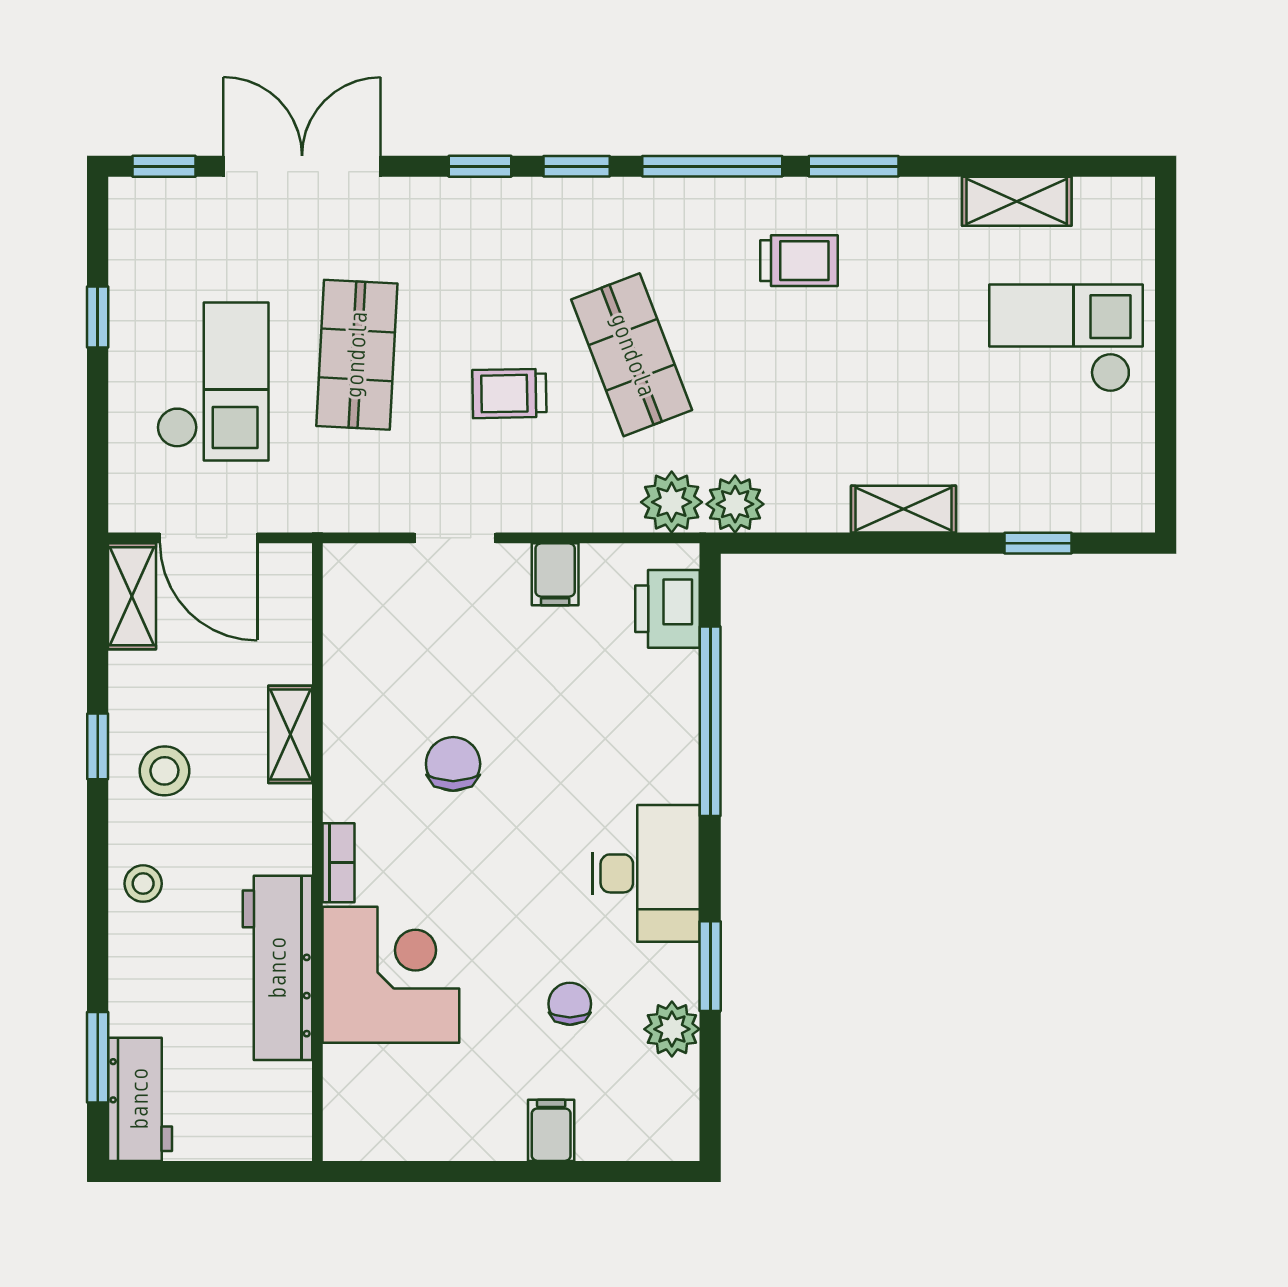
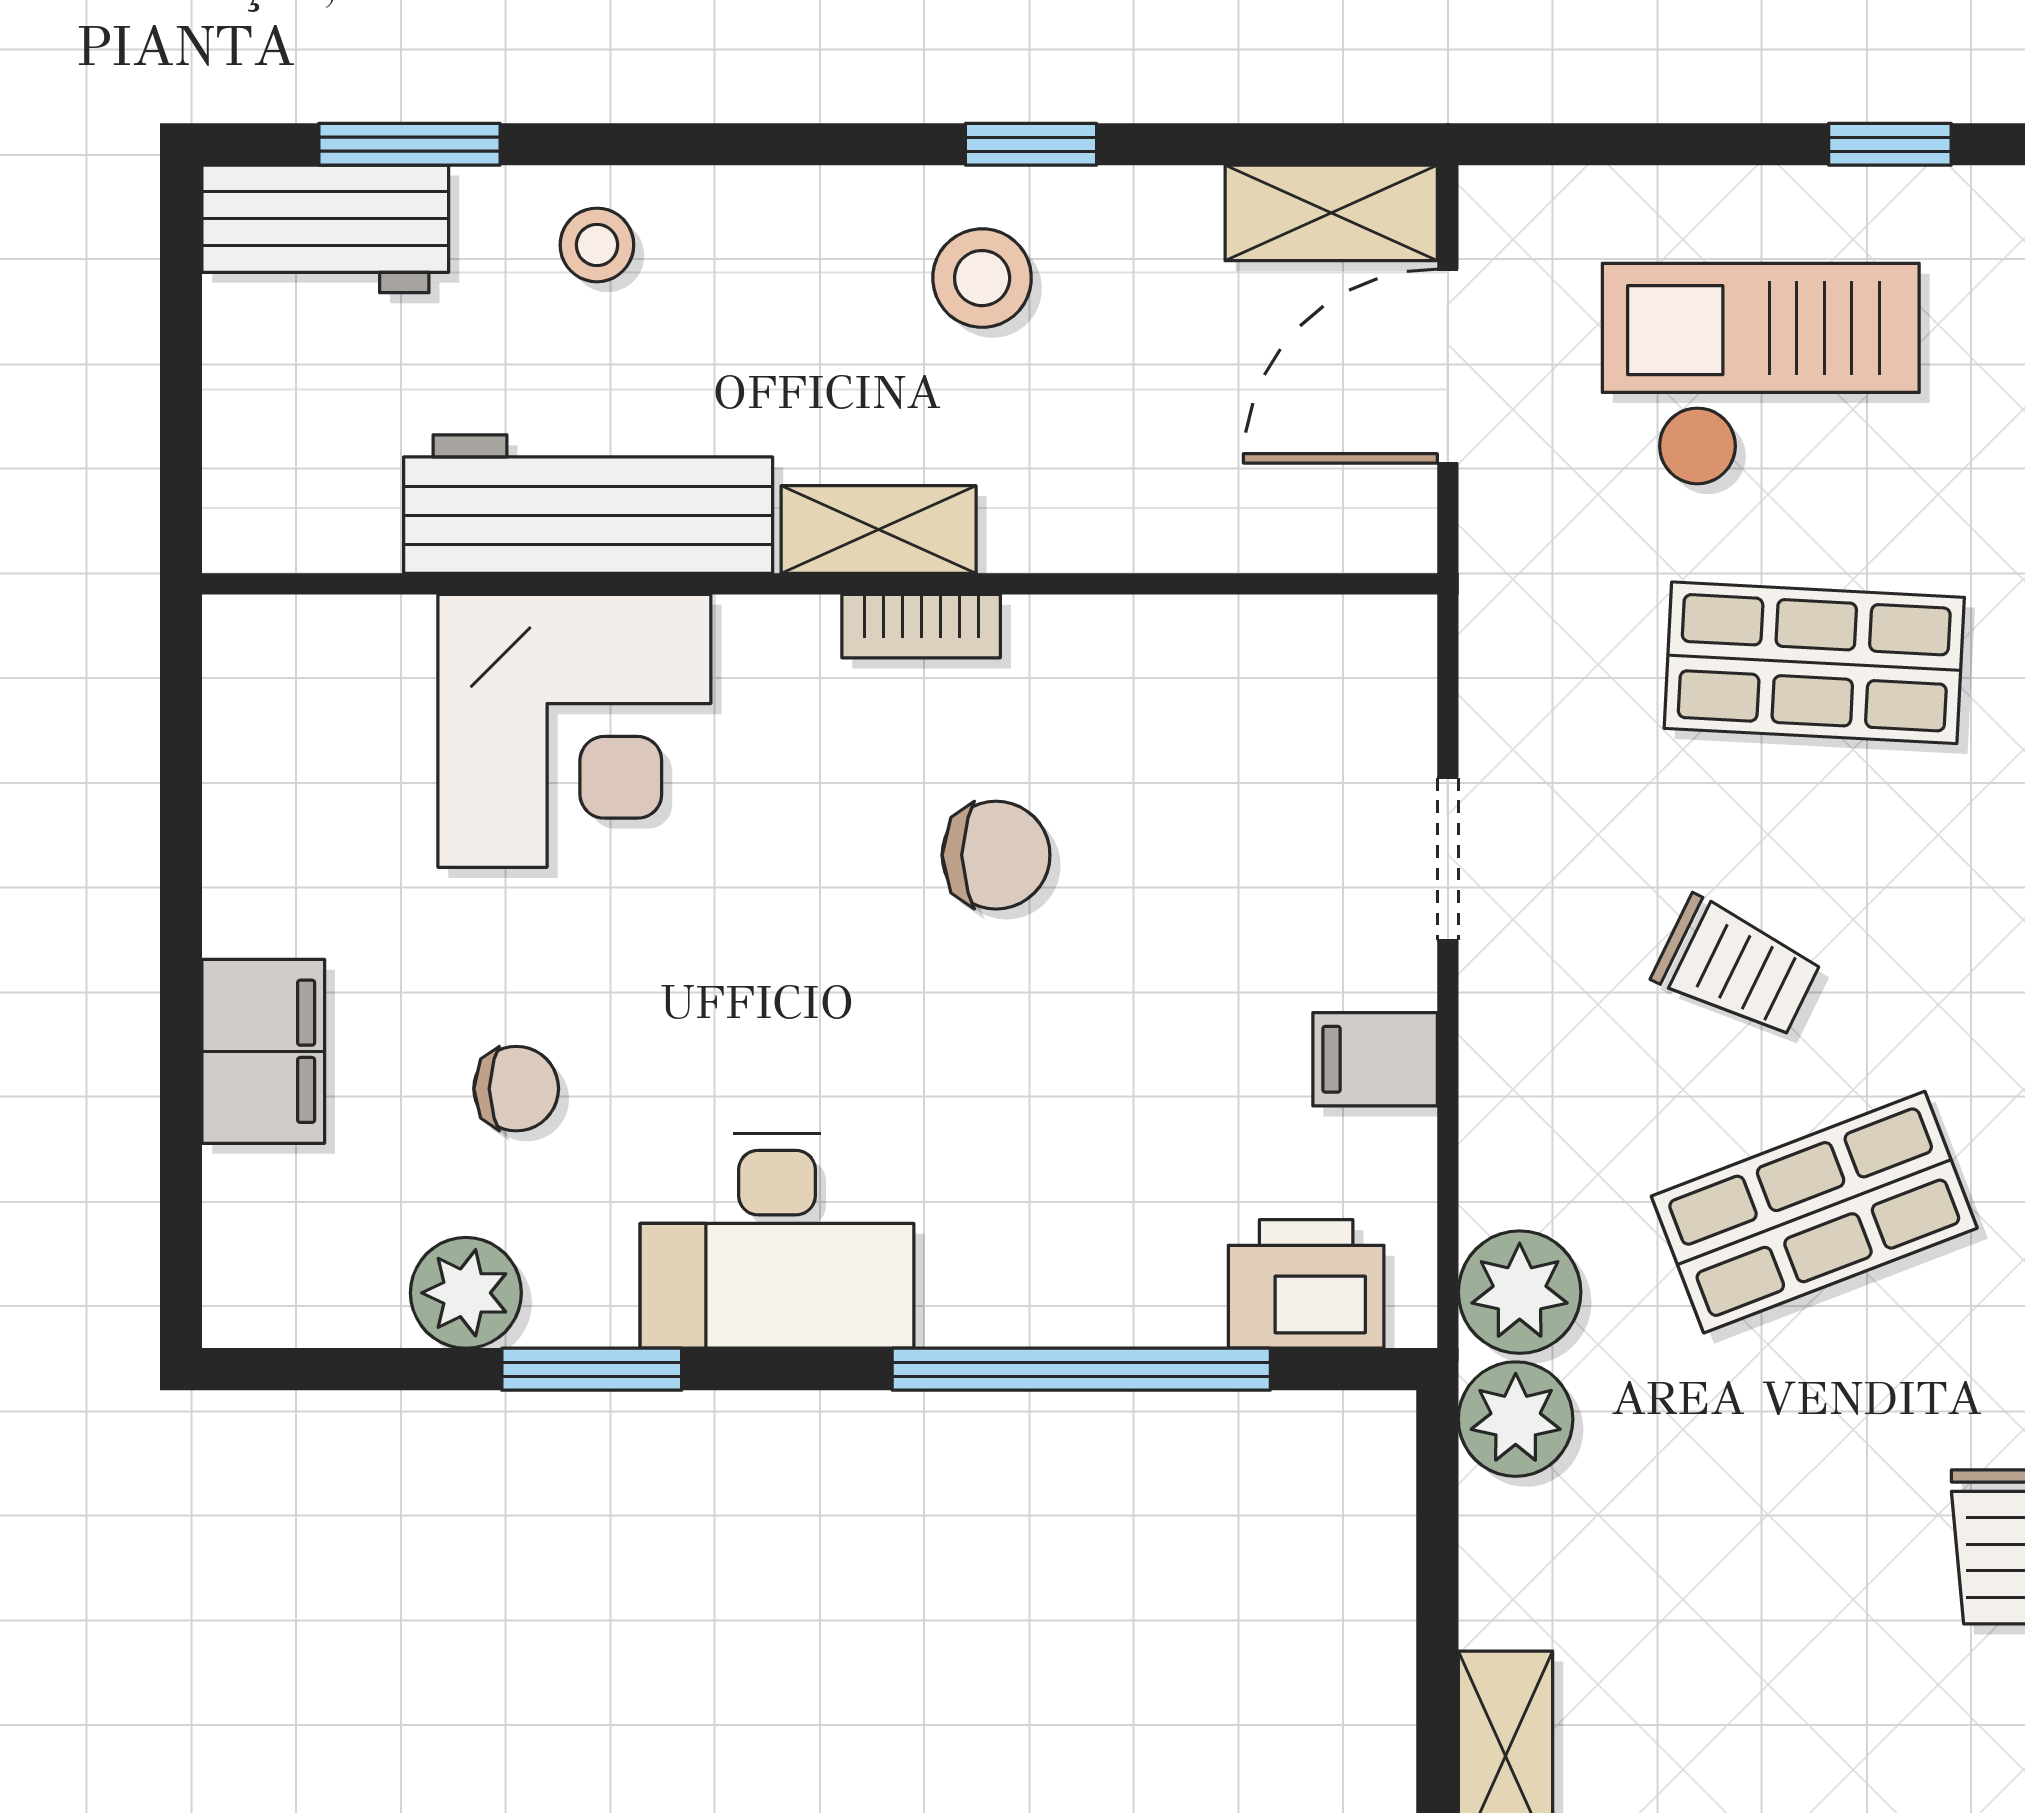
checkout: (213, 381) -> (1761, 375), turned 180
trolley: (509, 393) -> (1737, 968), turned 117
shelving: (290, 734) -> (879, 530), moved
bookcase: (339, 863) -> (921, 626), moved
stool: (143, 884) -> (597, 245), moved
filing cabinet: (551, 1130) -> (263, 1051), width x2.00

